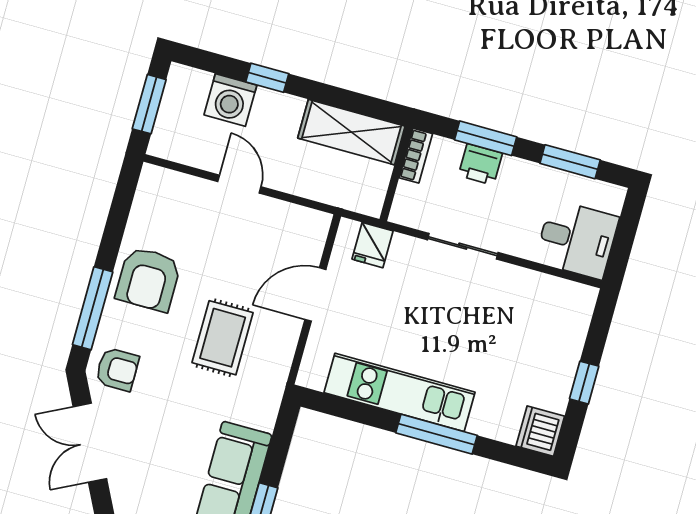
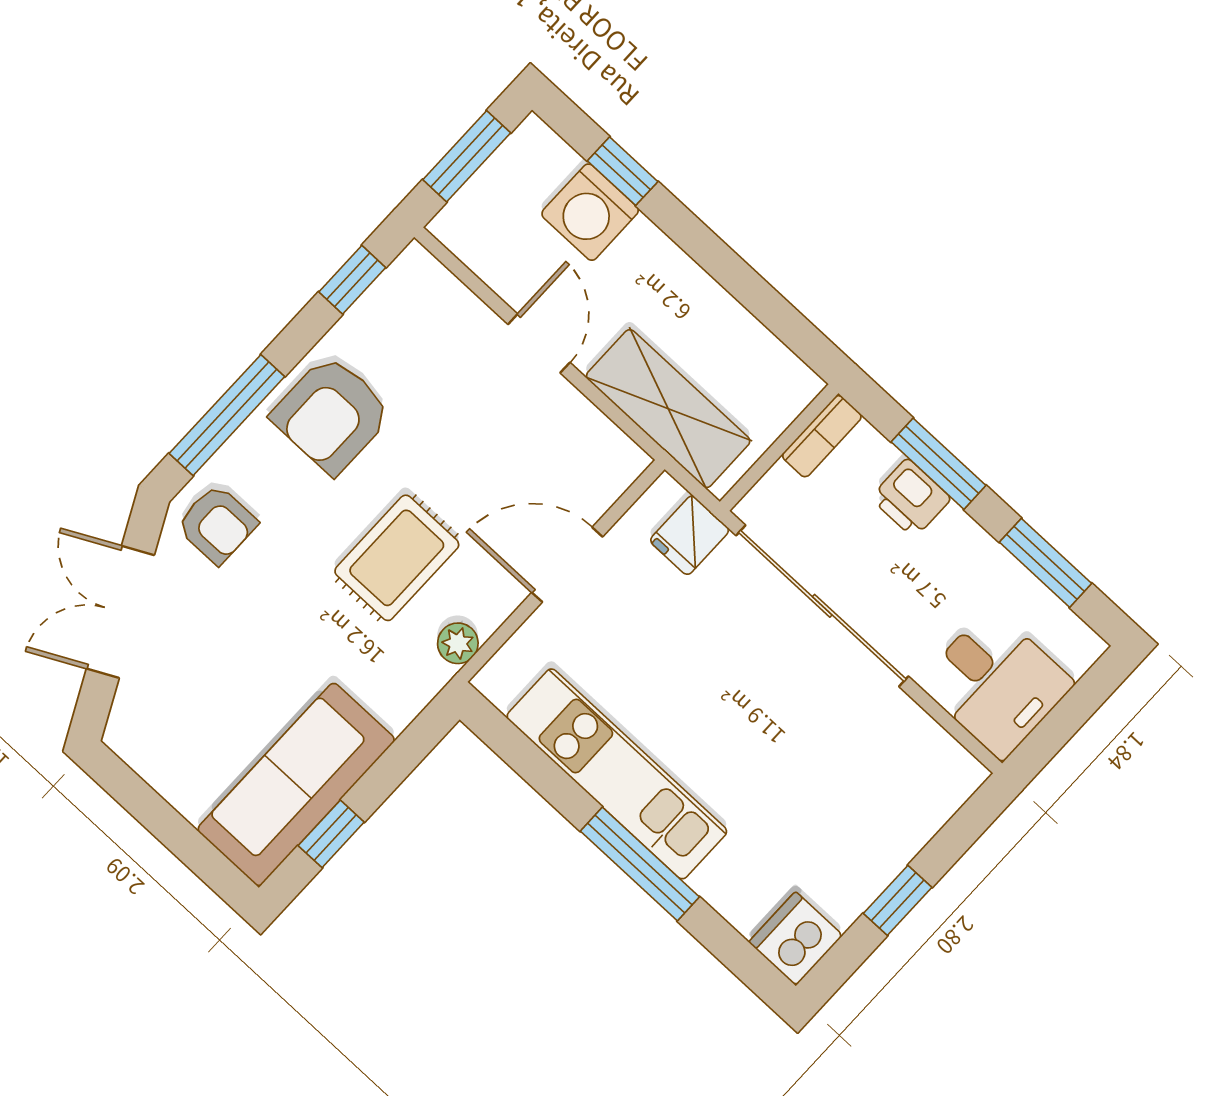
window: (267, 78) -> (623, 171), moved
shelving: (351, 132) -> (668, 409), moved
window: (122, 202) -> (352, 280), added
sliding door: (463, 246) -> (822, 606), width x1.86
plant: (279, 367) -> (458, 643), added

